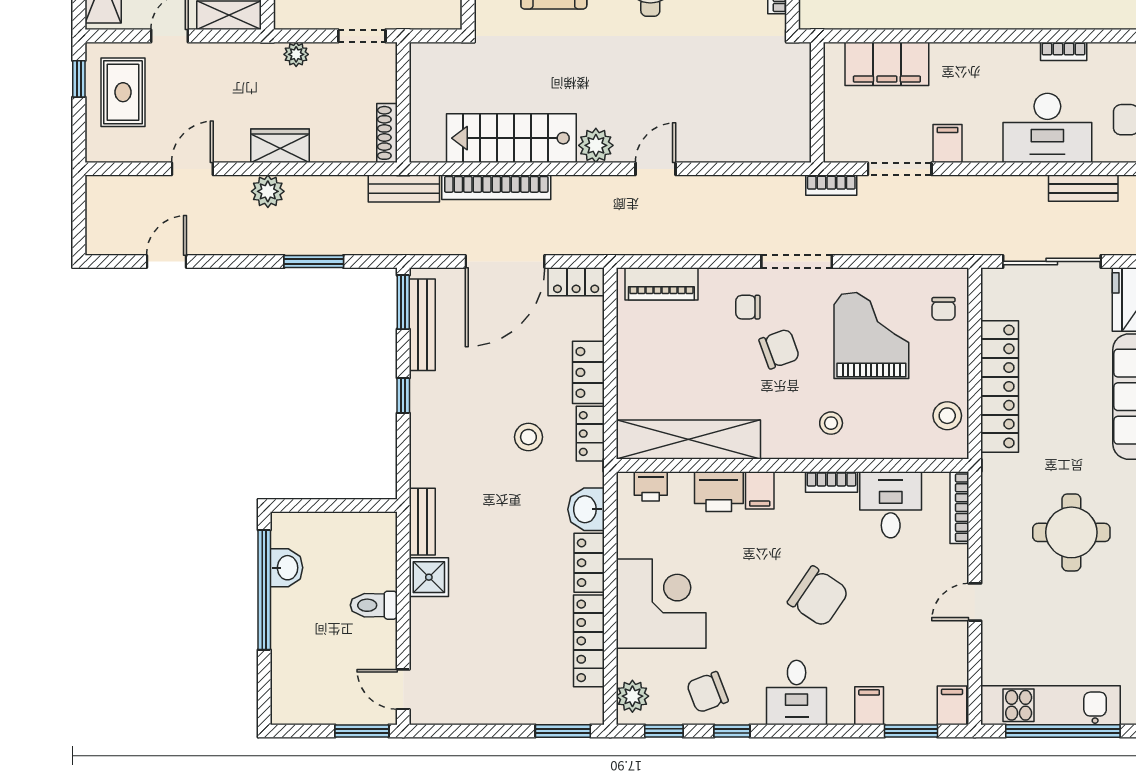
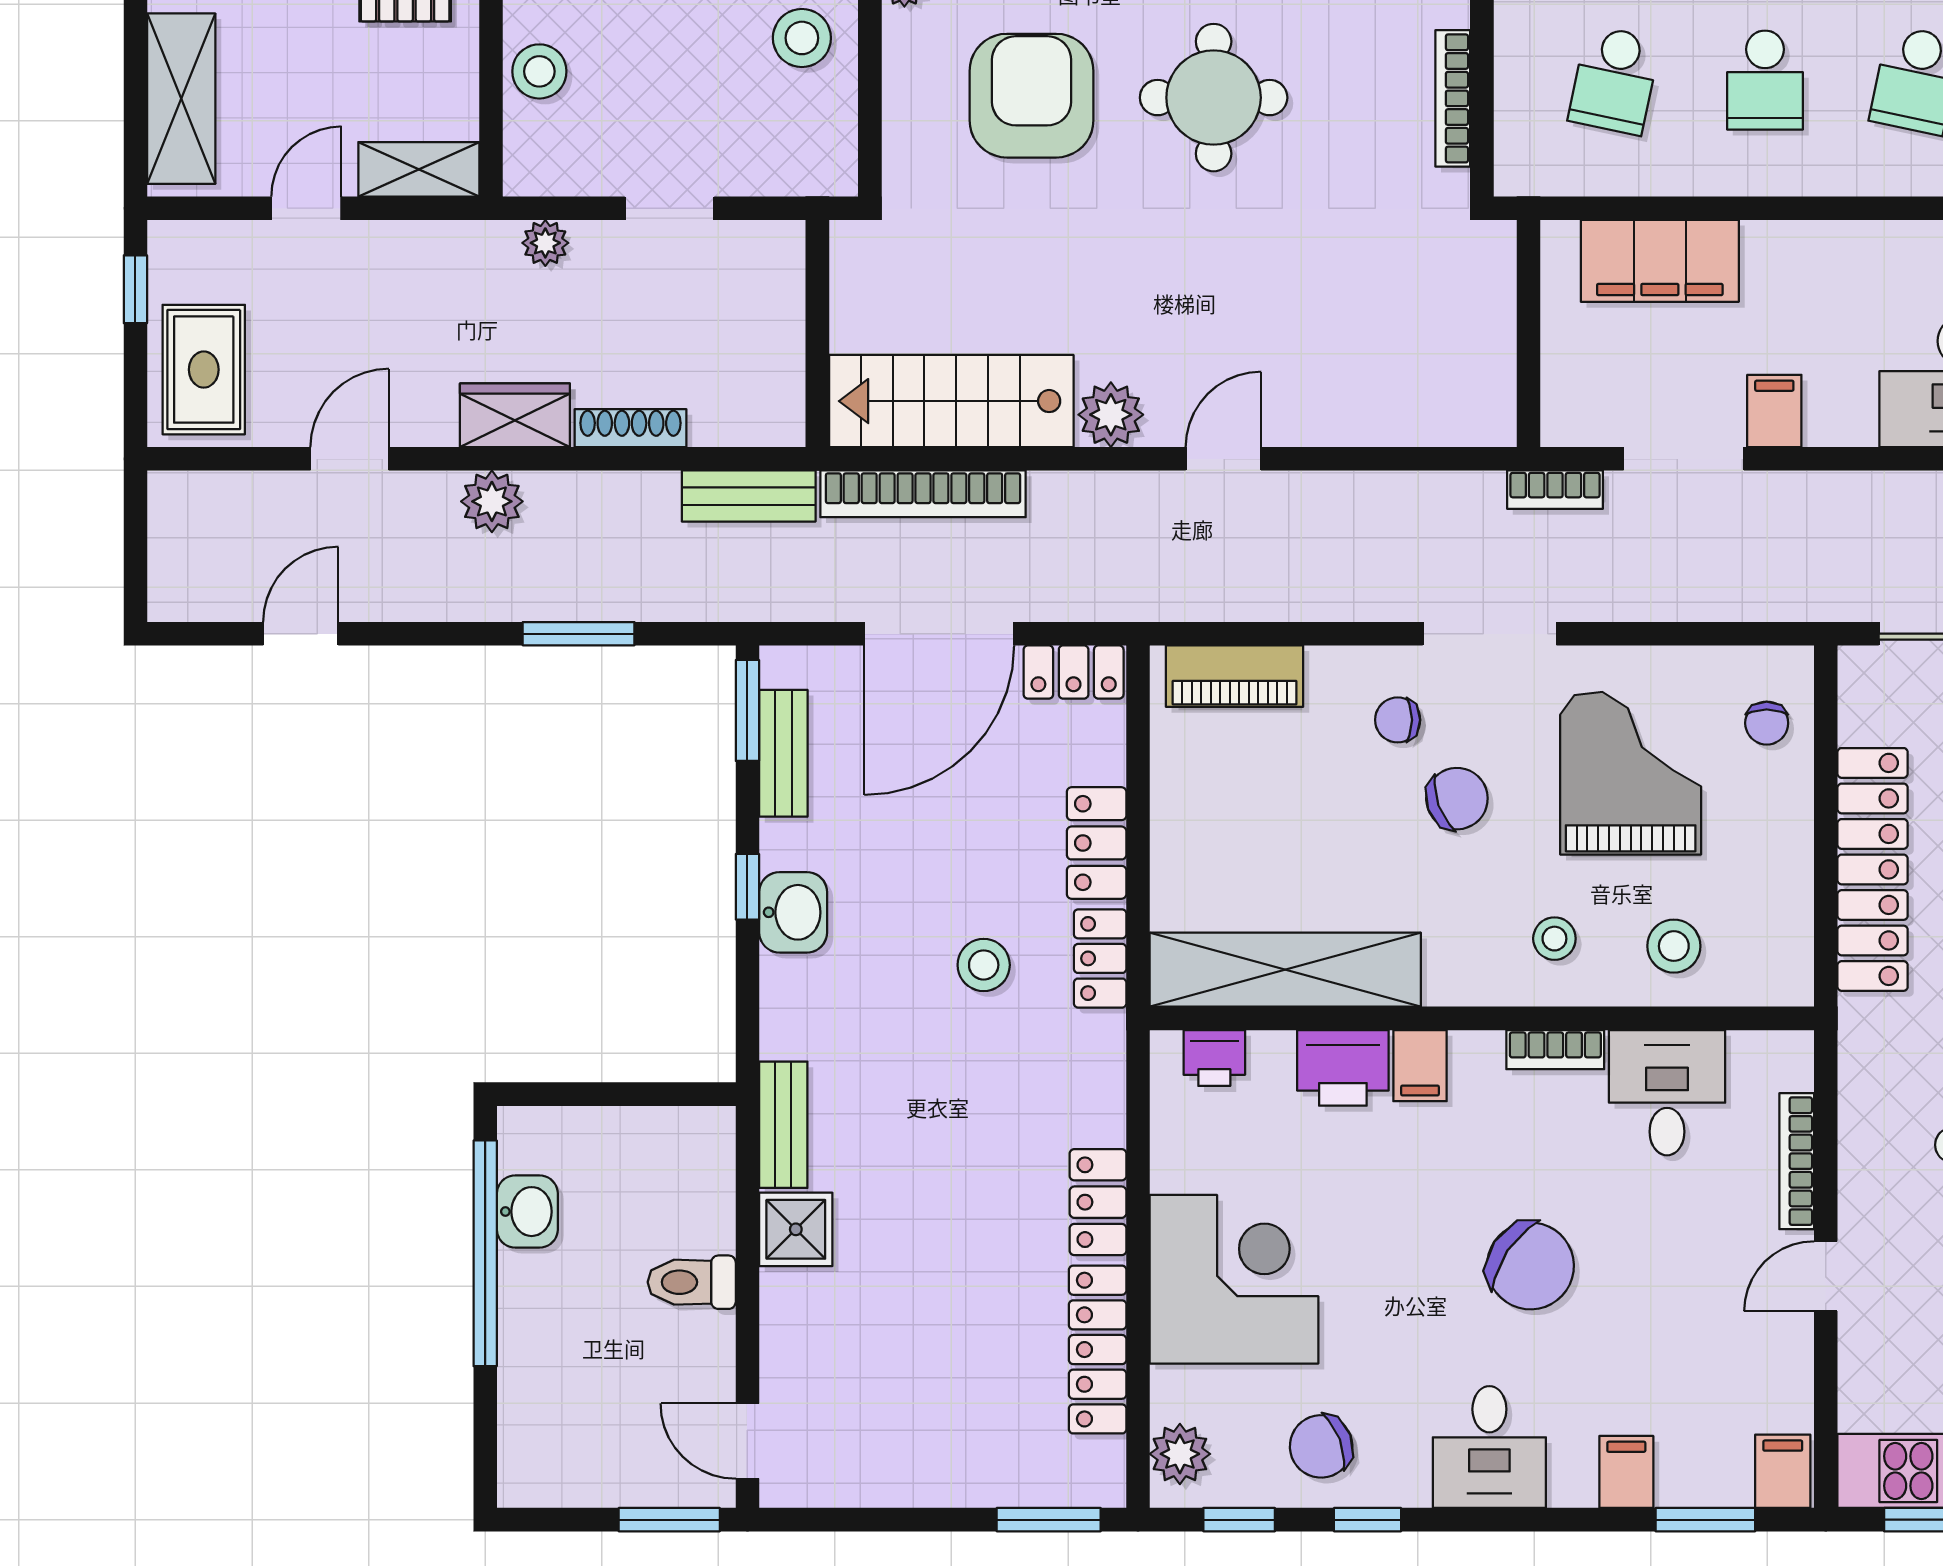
rug: (123, 92) -> (204, 370), moved
wall: (403, 102) -> (817, 334), moved
shoe rack: (387, 133) -> (630, 428), moved, turned 90
bench: (422, 325) -> (783, 753), width x0.73
stool: (947, 416) -> (1674, 946), moved
bookcase: (959, 508) -> (1797, 1161), moved
washbasin: (586, 509) -> (793, 912), moved, turned 180

